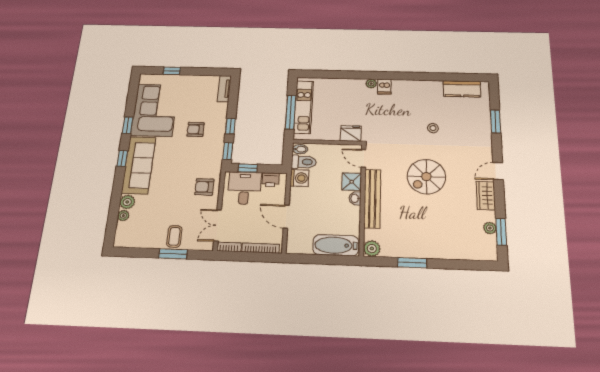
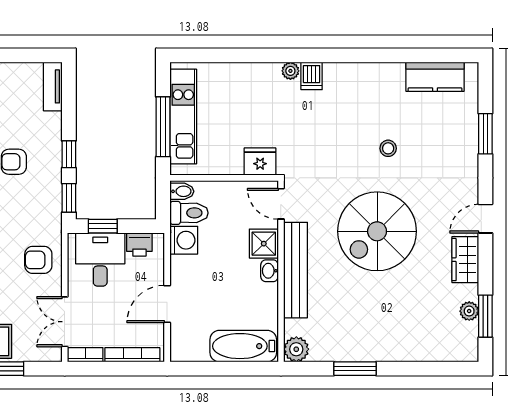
spiral stairs: (426, 177) -> (377, 231), width x1.37, depth x1.37
door: (286, 217) -> (167, 304), hinge flipped

